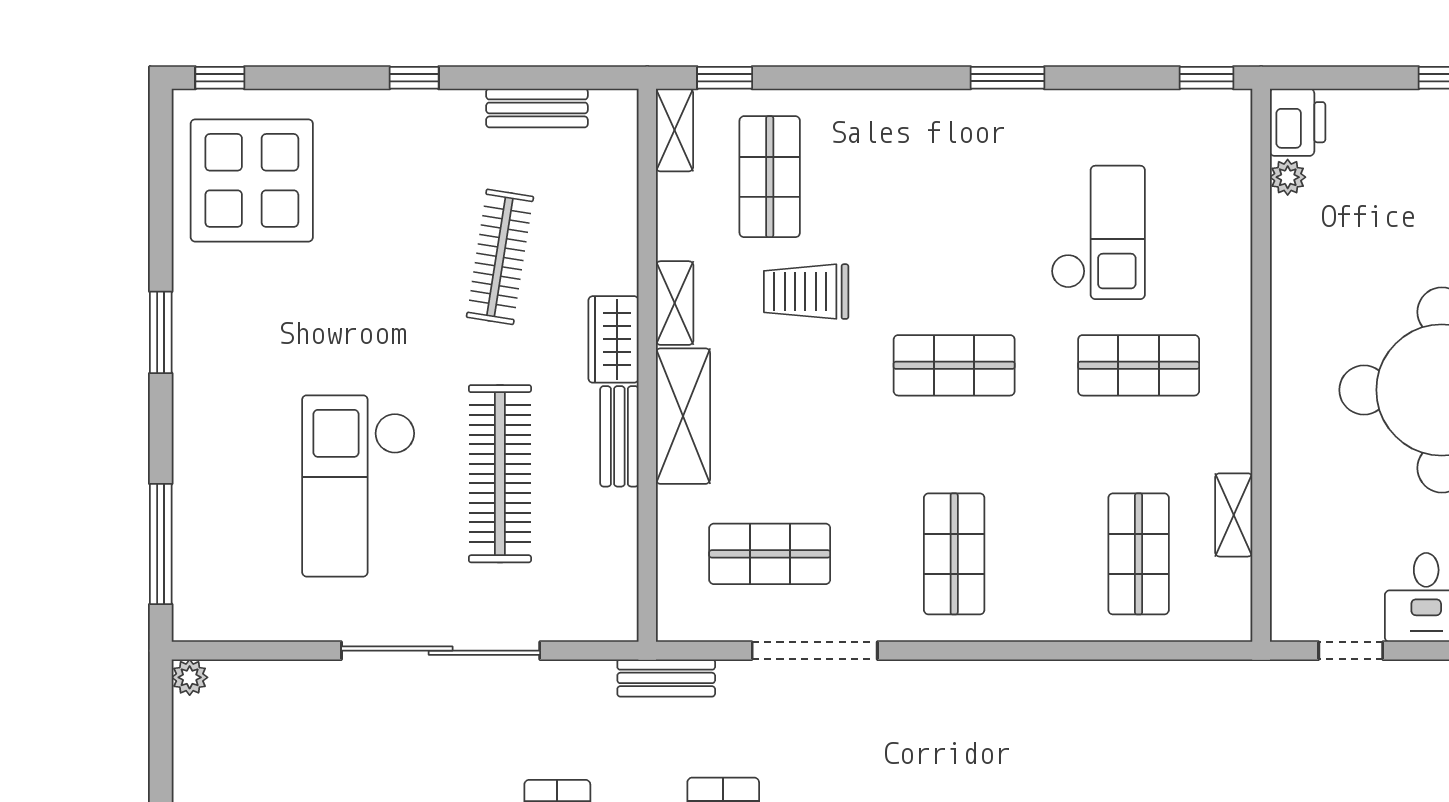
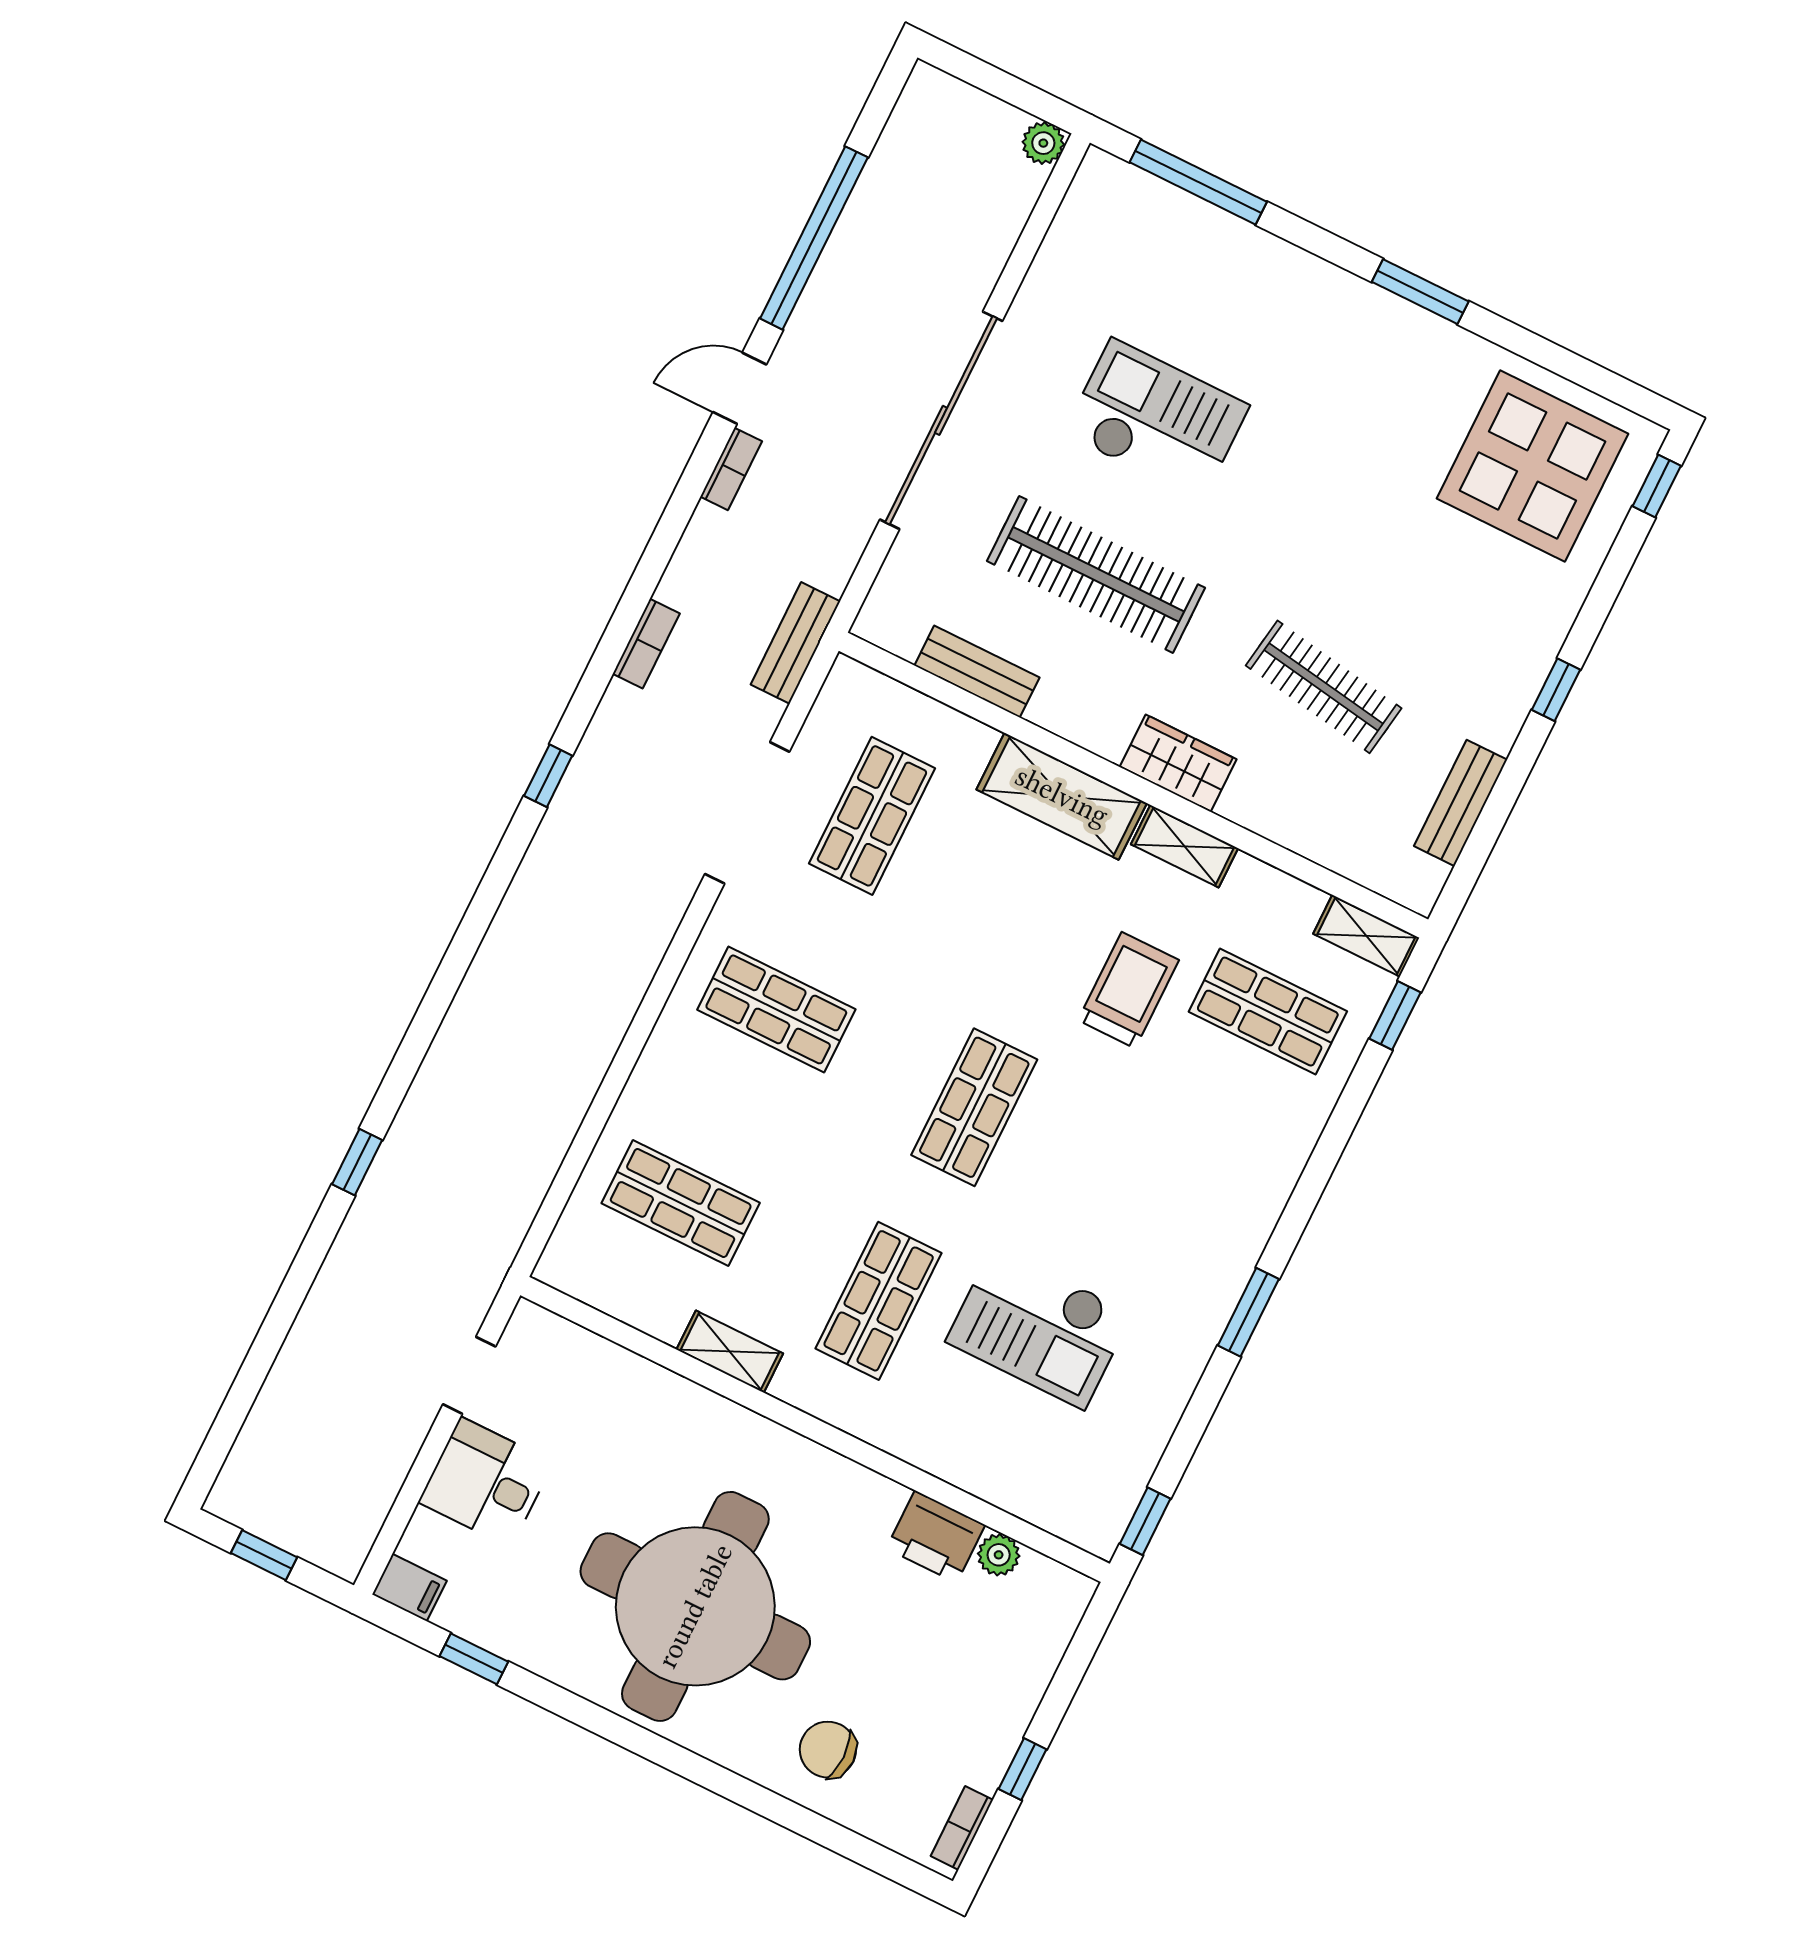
printer: (1298, 122) -> (936, 1537), moved
bench: (619, 436) -> (977, 671), moved
checkout: (359, 486) -> (1157, 420), width x0.73, depth x0.83
shelving: (1234, 515) -> (730, 1352), moved

